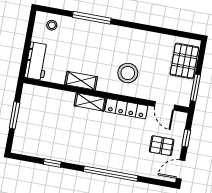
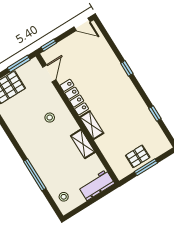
stool: (128, 73) -> (50, 118), width x0.53, depth x0.53
window: (186, 138) -> (49, 45), moved
pallet: (162, 146) -> (138, 156), moved, turned 90
window: (111, 174) -> (127, 68), width x0.32

